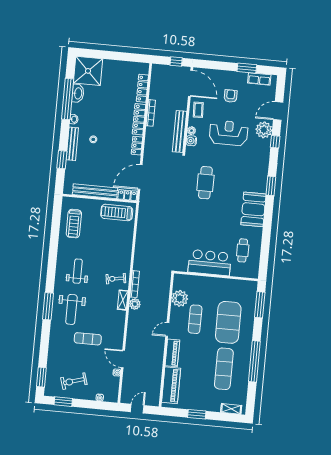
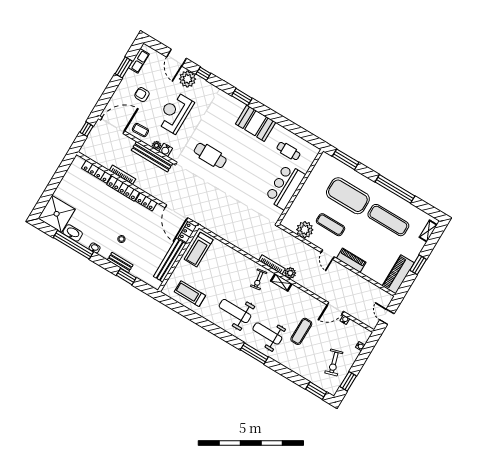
bench: (72, 144) -> (120, 262), width x0.73
treadmill: (74, 224) -> (190, 294), turned 180
weight bench: (78, 271) -> (235, 311), width x1.36, depth x1.33
weight bench: (71, 309) -> (267, 333), turned 180
piano: (171, 385) -> (398, 274), moved, turned -90

